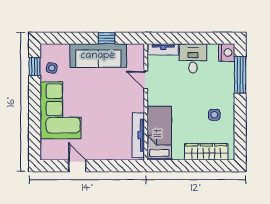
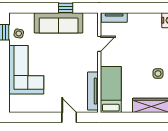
desk: (193, 58) -> (140, 25), removed
door: (146, 80) -> (99, 44), swing flipped
door: (77, 166) -> (69, 117), moved

